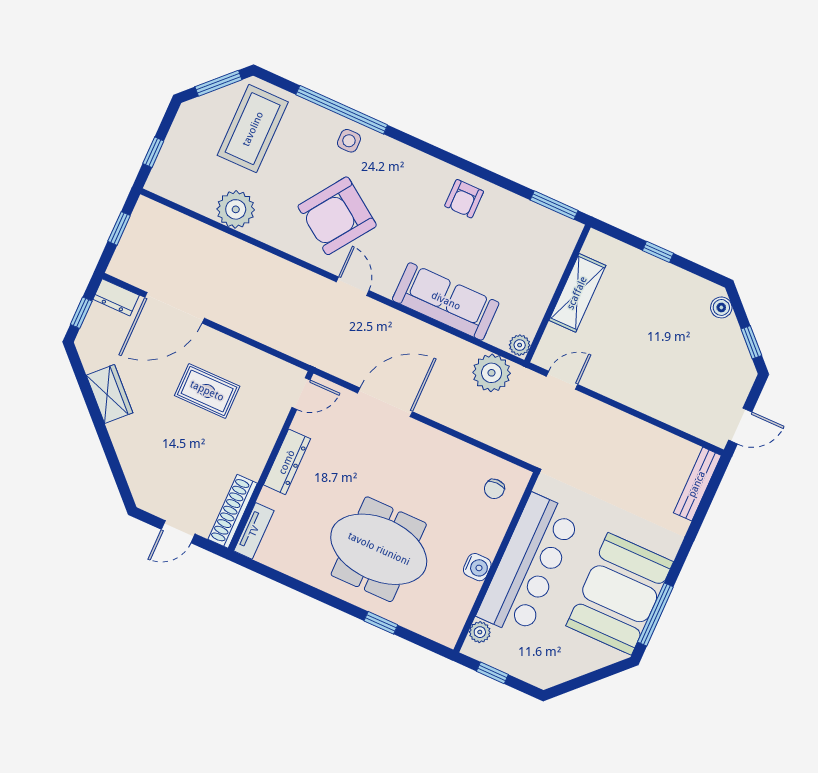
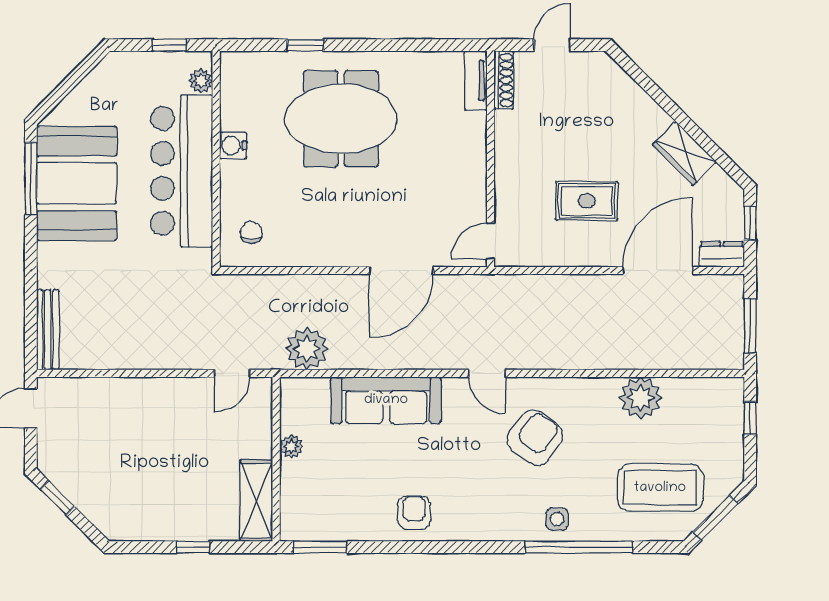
coffee table: (253, 129) -> (660, 488), turned 90
armchair: (337, 216) -> (535, 438), width x0.73, depth x0.73
window: (119, 228) -> (750, 326), width x1.50
shelving: (577, 293) -> (256, 501), moved
boiler: (721, 307) -> (104, 520), removed
plant: (520, 345) -> (291, 446), moved
dresser: (287, 462) -> (474, 165), removed
shoe rack: (233, 511) -> (504, 80), width x0.74, depth x0.81

